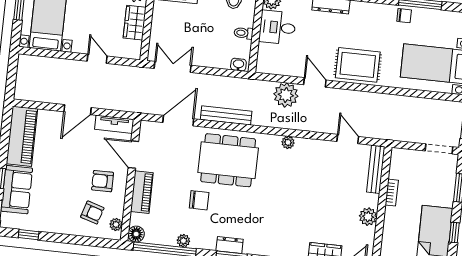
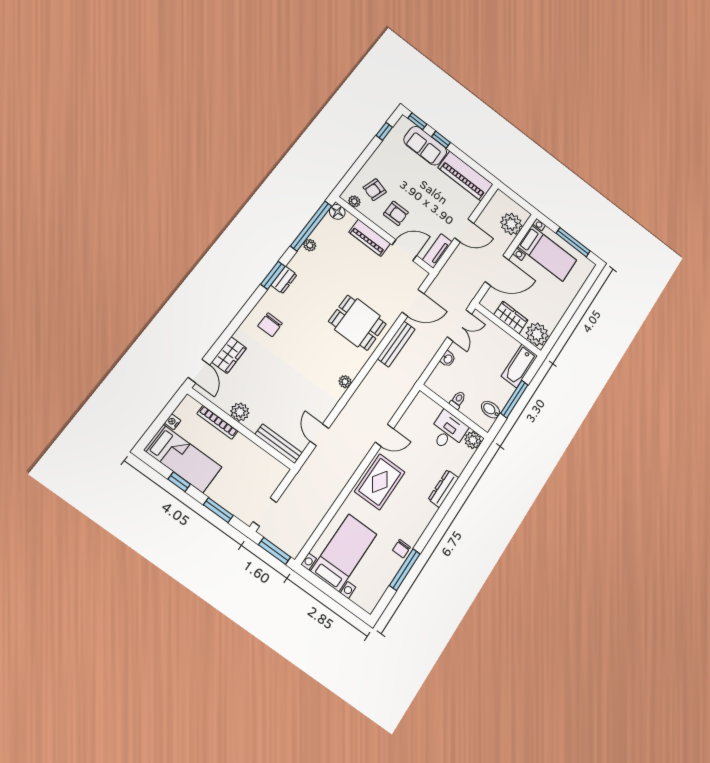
door: (97, 59) -> (497, 271), width x1.87
washbasin: (238, 65) -> (448, 359), moved
plant: (286, 95) -> (511, 224), moved
door: (78, 110) -> (464, 231), swing flipped
door: (178, 121) -> (413, 303), hinge flipped
door: (348, 139) -> (319, 435), swing flipped
dining table: (228, 160) -> (357, 323), width x0.73
armchair: (103, 181) -> (396, 213), turned 90
bookcase: (392, 193) -> (217, 422), moved, width x1.56
chair: (199, 200) -> (270, 325), moved

